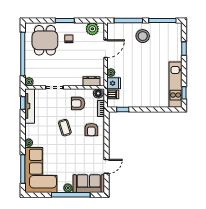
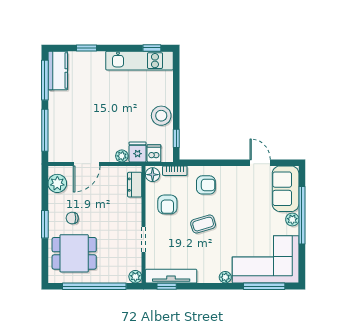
kitchen counter: (169, 29) -> (58, 71), added
stool: (143, 36) -> (161, 116), moved
door: (106, 49) -> (87, 164), swing flipped

